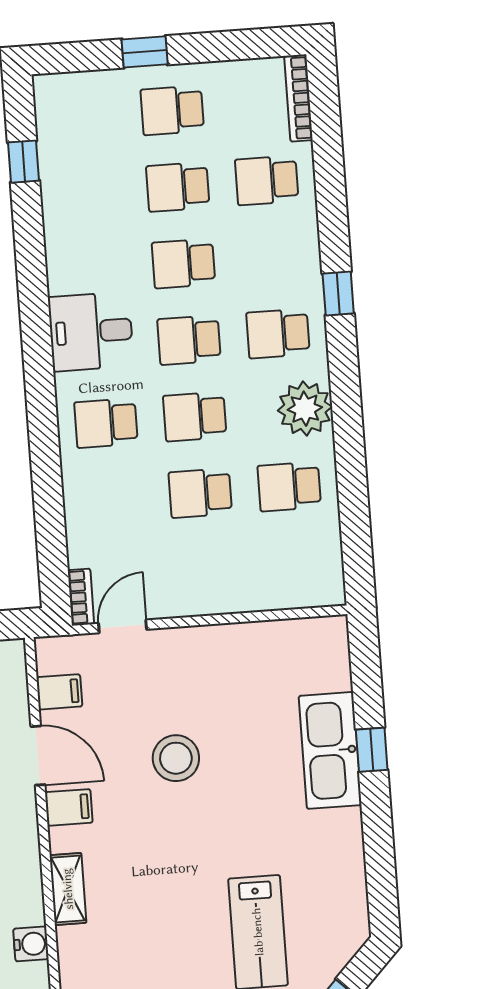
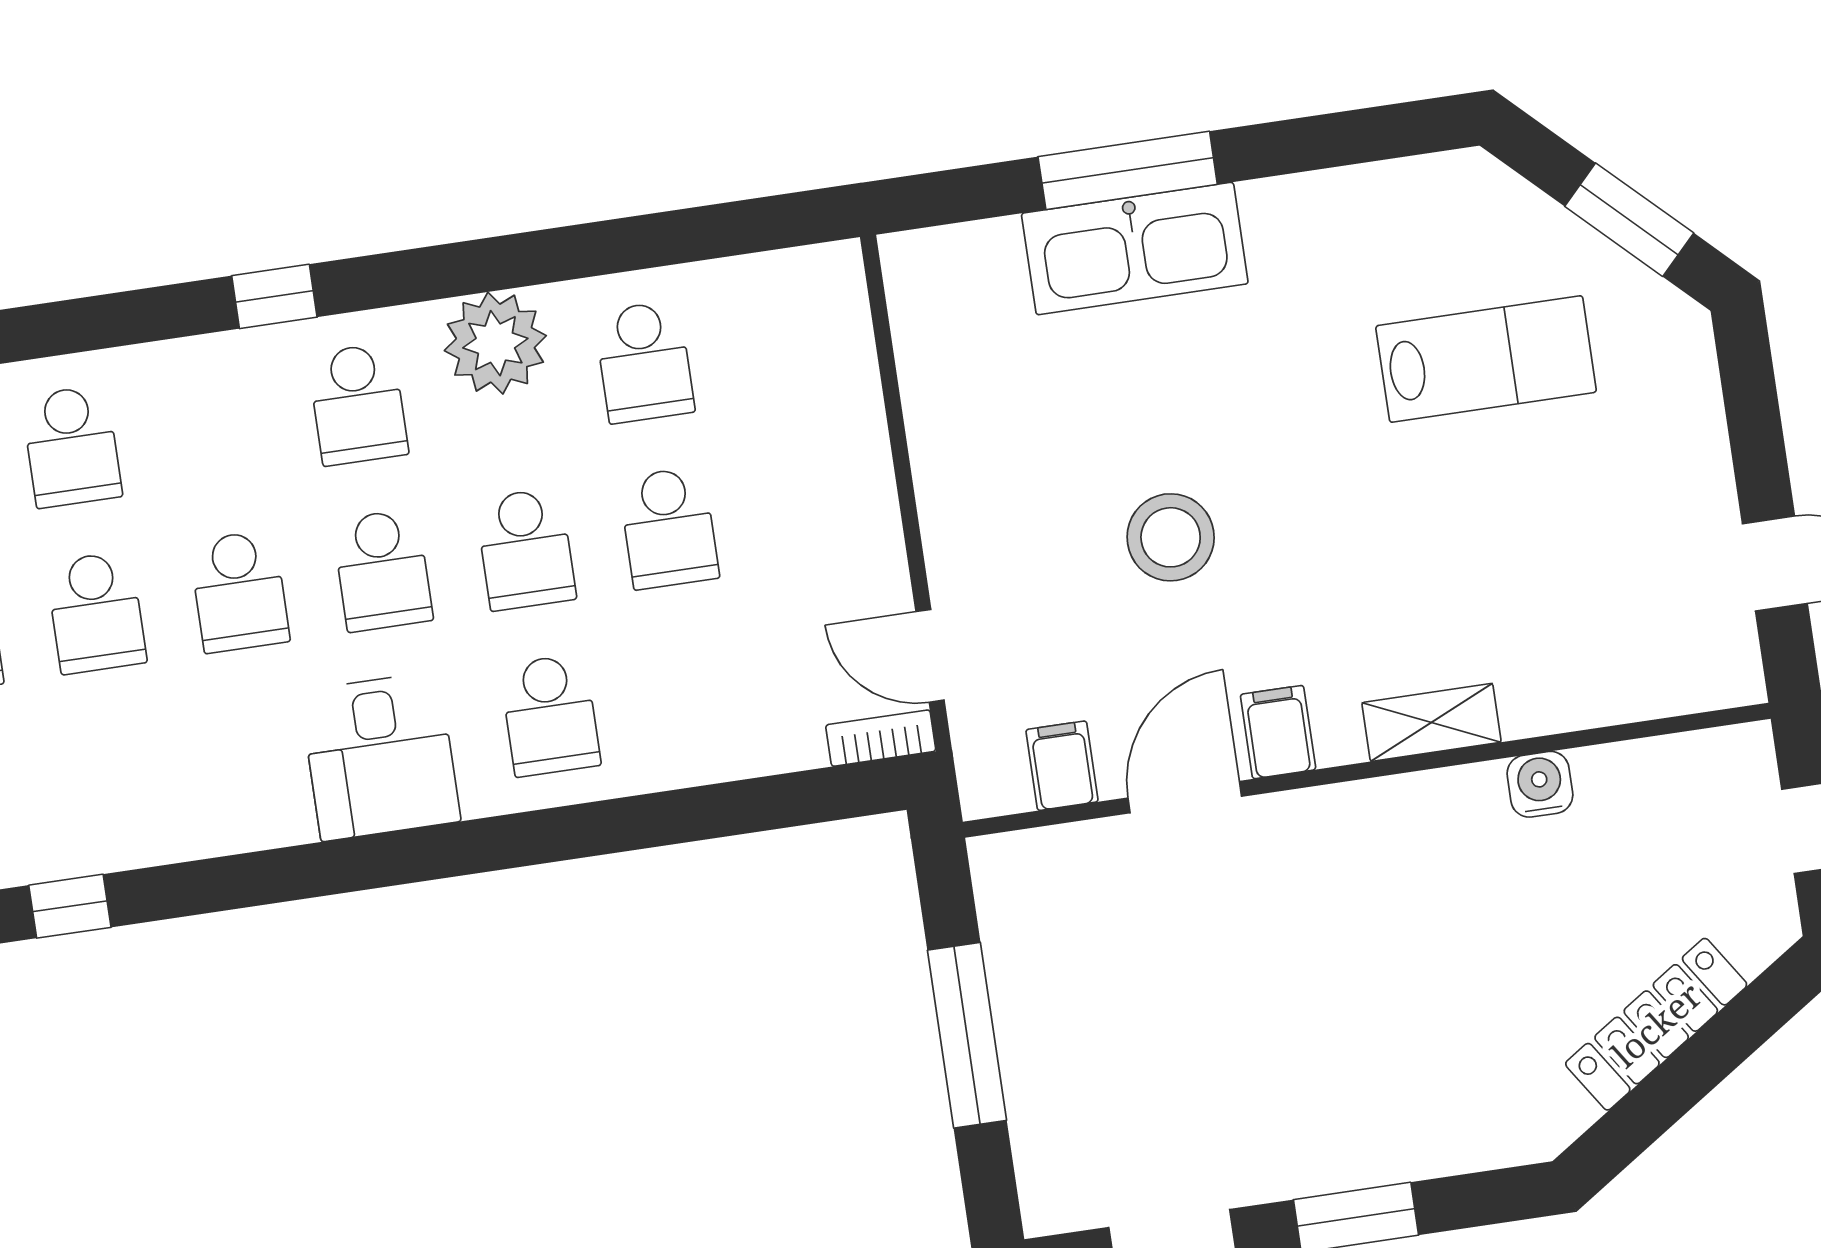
window: (372, 750) -> (1128, 170), width x2.17

